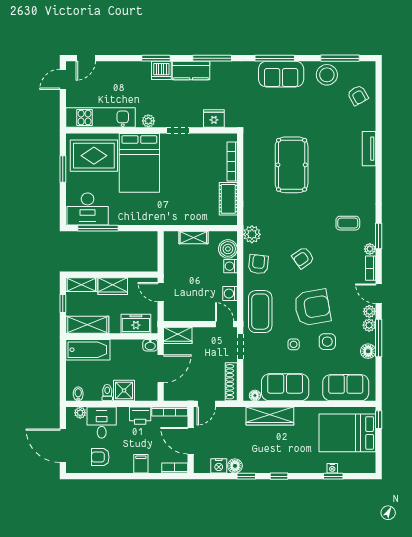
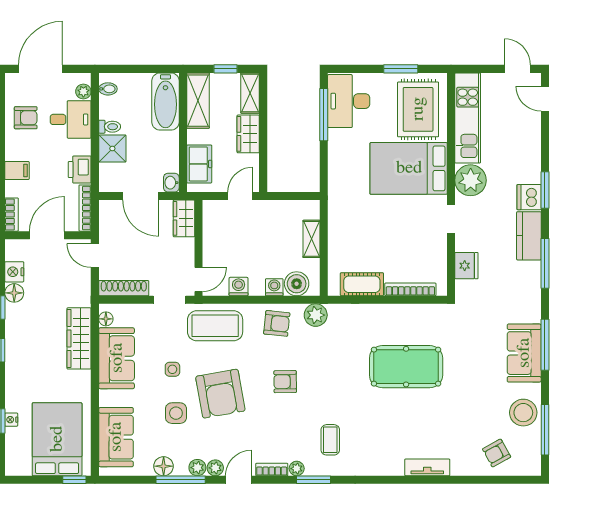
plant: (148, 121) -> (471, 180), width x1.87, depth x1.87
armchair: (303, 258) -> (285, 382), turned -56
armchair: (100, 457) -> (26, 118), turned 90

